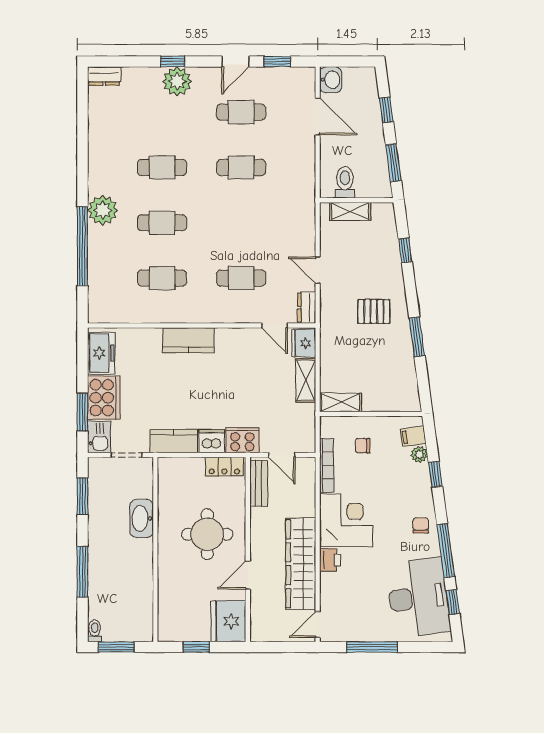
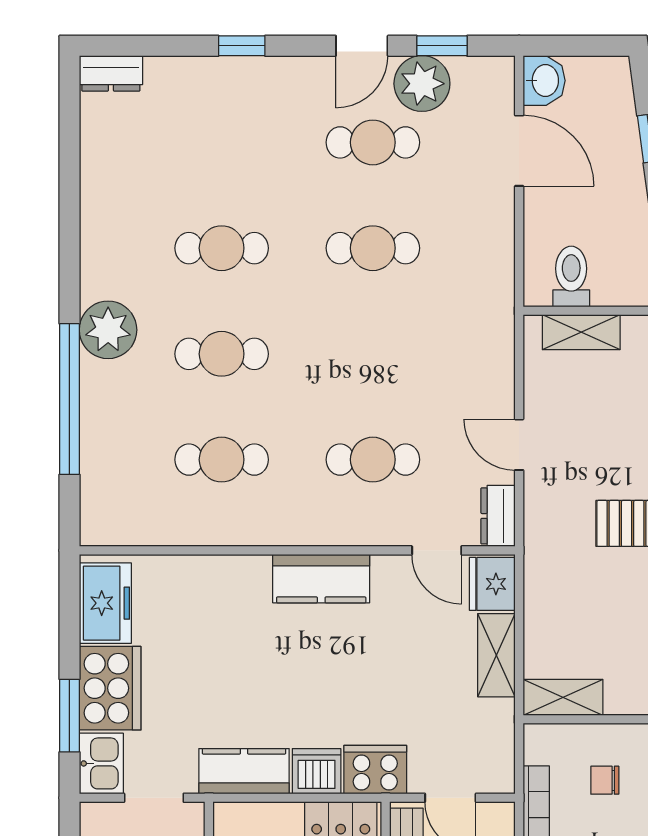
plant: (177, 81) -> (422, 84), moved
kitchen counter: (188, 340) -> (321, 579), moved

